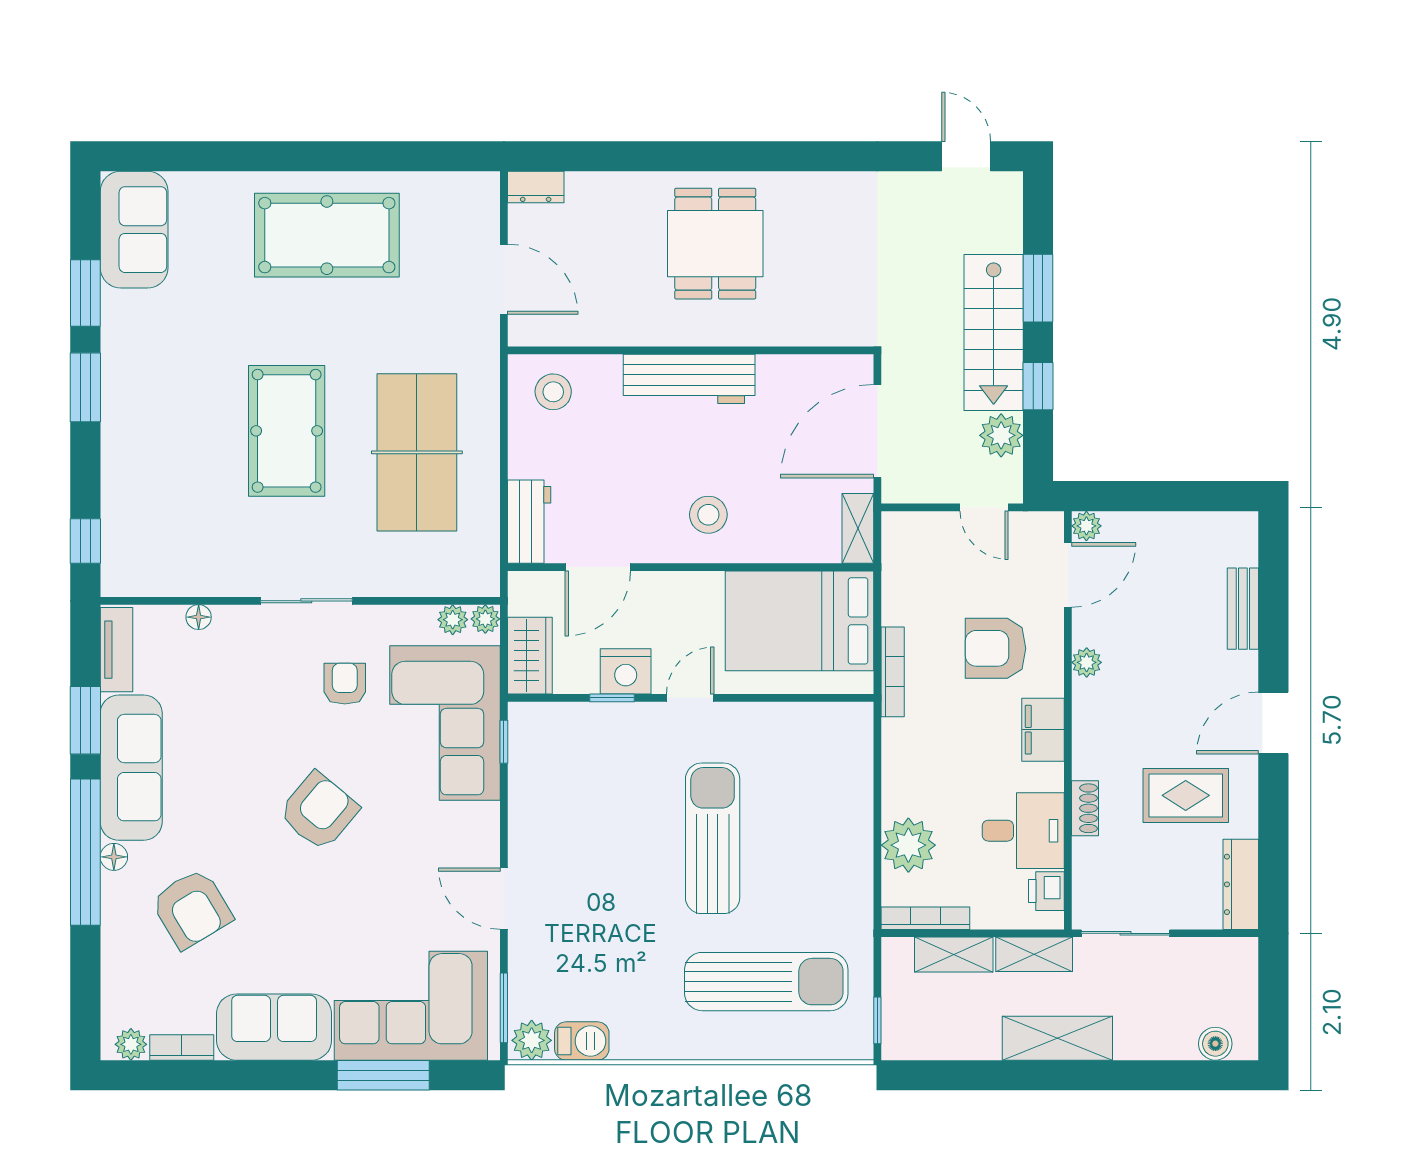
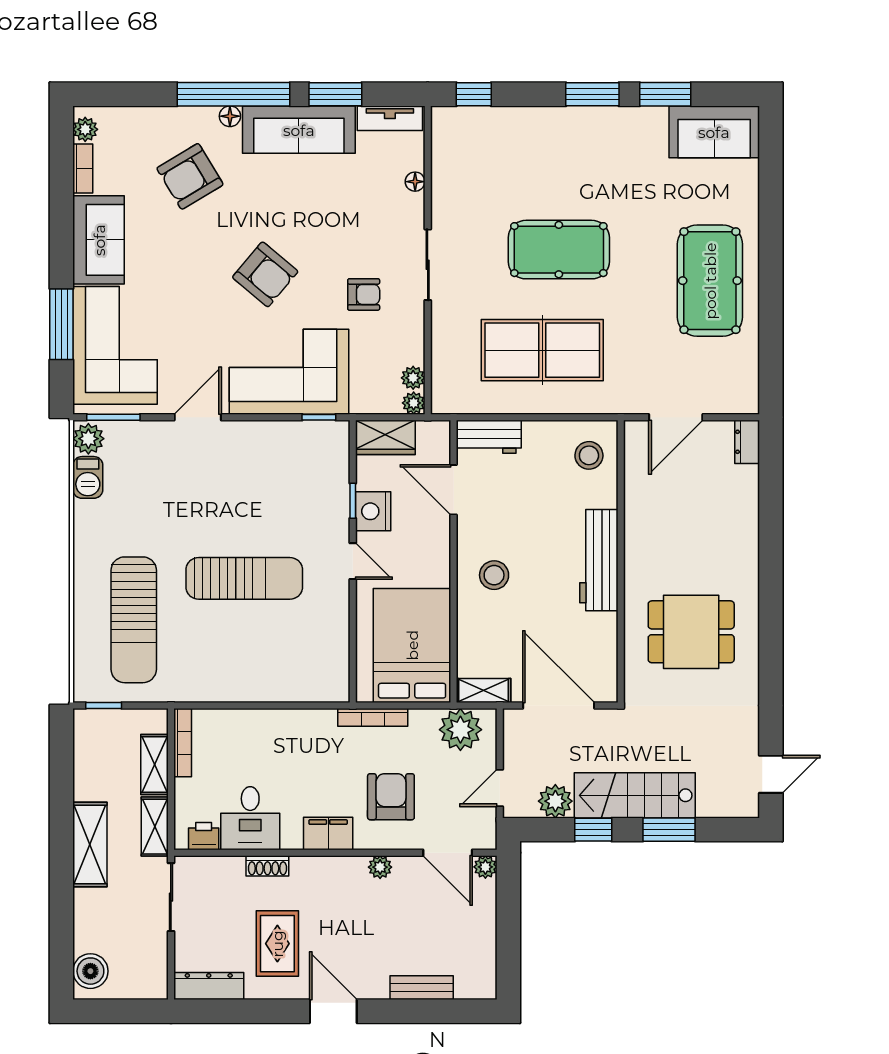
dining table: (715, 244) -> (691, 632), moved
corner sofa: (445, 723) -> (289, 372), moved
plant: (908, 845) -> (460, 730), moved
boiler: (1215, 1044) -> (90, 971), width x1.36, depth x1.36

